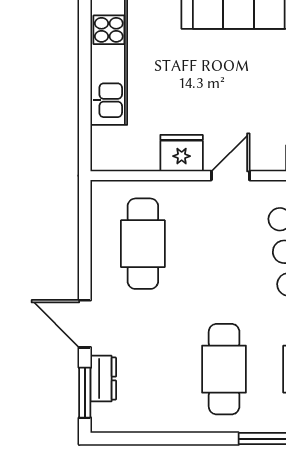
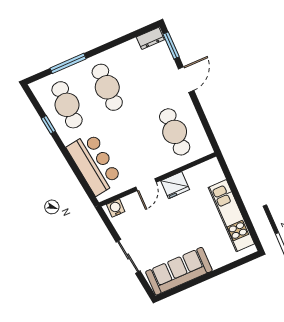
door: (85, 324) -> (186, 80), hinge flipped
dresser: (103, 379) -> (150, 38), moved, turned -90

